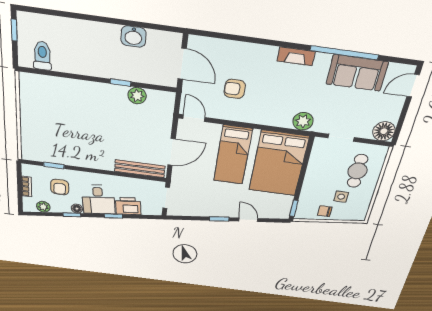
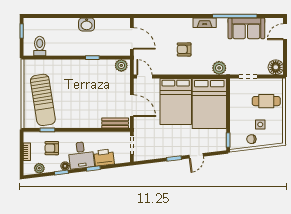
washbasin: (133, 37) -> (87, 24), moved
armchair: (235, 89) -> (184, 49), moved
plant: (137, 96) -> (121, 65), moved
sun lounger: (48, 129) -> (43, 100), added
door: (172, 152) -> (132, 106), hinge flipped
bed: (233, 155) -> (176, 101), width x1.50
bench: (140, 169) -> (115, 123), width x0.73
cafe table: (357, 171) -> (266, 101), turned 90
armchair: (60, 187) -> (52, 148), turned 90
door: (248, 220) -> (196, 156), swing flipped

